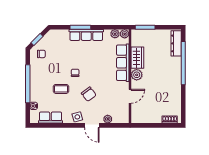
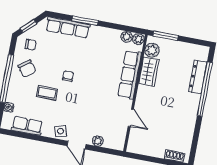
row of seats: (86, 35) -> (68, 27), moved
dresser: (176, 43) -> (198, 77), moved
plant: (137, 75) -> (152, 50), moved
chair: (89, 94) -> (27, 69), moved
door: (130, 96) -> (131, 118), hinge flipped

